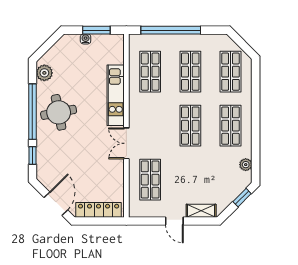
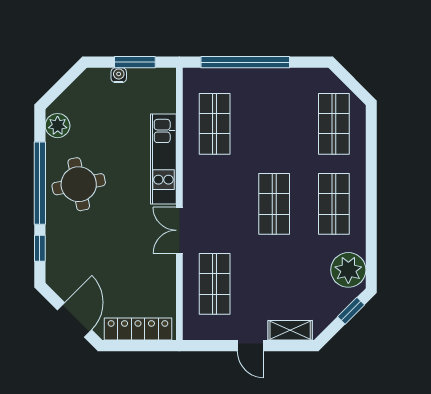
shop shelf: (190, 72) -> (274, 124), removed
plant: (246, 165) -> (348, 270), width x1.87, depth x1.87

